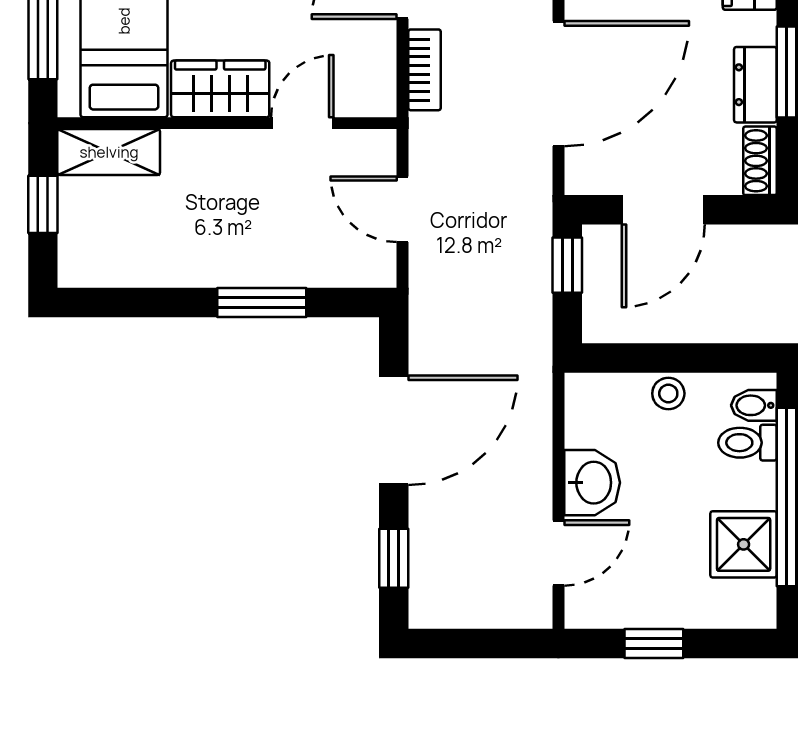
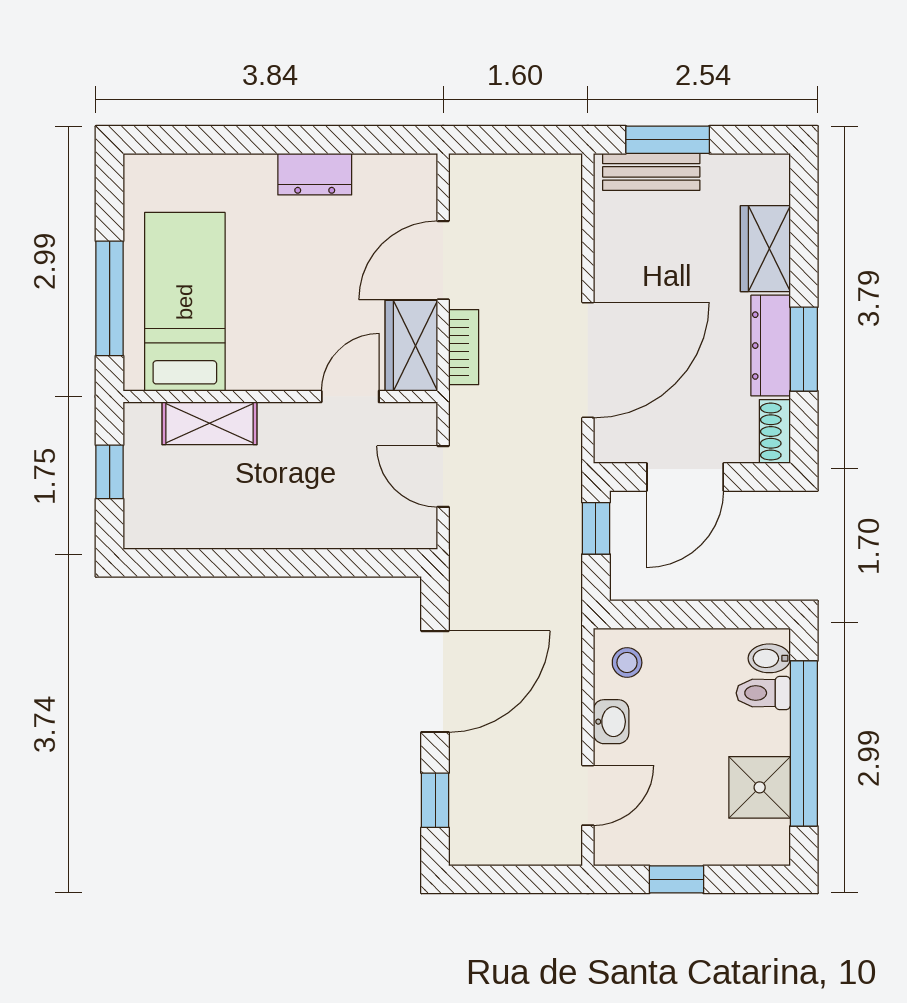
dresser: (755, 85) -> (771, 346), width x1.44
wardrobe: (220, 89) -> (411, 346), moved, turned -90
shelving: (109, 152) -> (209, 423), moved
window: (262, 302) -> (313, 563), removed
stool: (668, 393) -> (627, 663), moved
washbasin: (592, 483) -> (611, 722), width x0.72, depth x0.69

